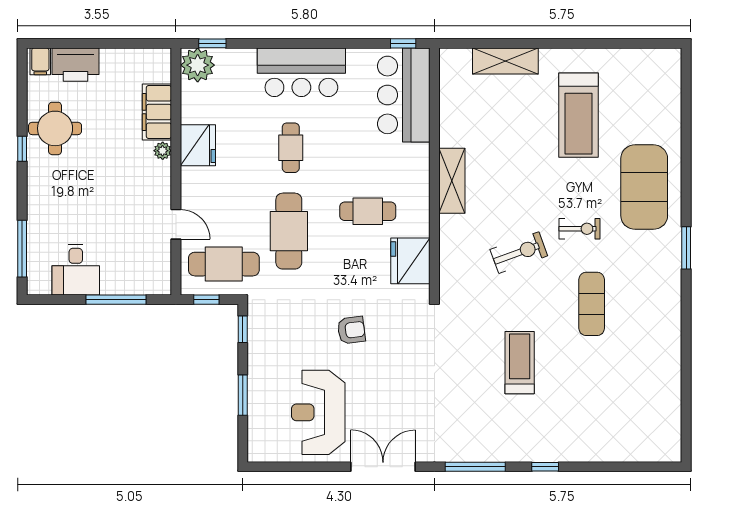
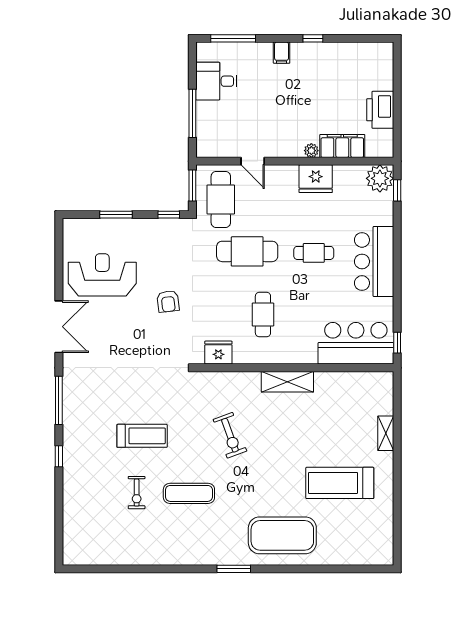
filing cabinet: (40, 61) -> (282, 53), moved, turned -90
shelving: (505, 61) -> (386, 433), width x0.67, depth x0.75
printer: (76, 65) -> (380, 110), moved
round table: (55, 128) -> (329, 65), removed
door: (176, 224) -> (253, 161), hinge flipped
exercise bike: (580, 229) -> (137, 493), moved
fridge: (410, 261) -> (218, 353), width x0.73, depth x0.75
window: (206, 300) -> (192, 186), width x1.50

